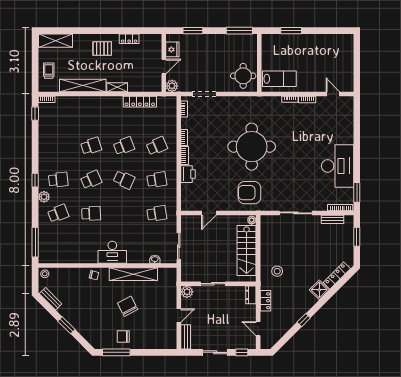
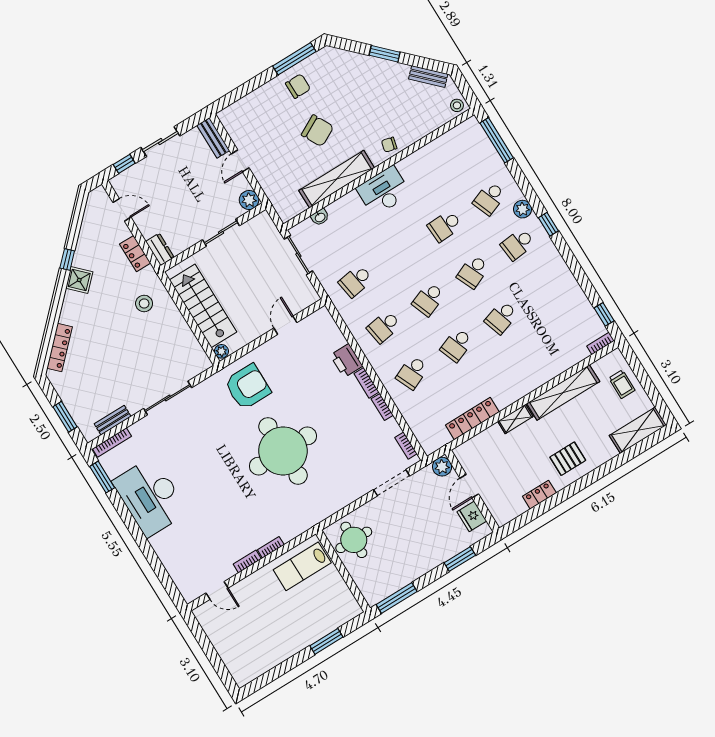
school desk: (124, 180) -> (428, 299), turned -45
shower: (319, 290) -> (79, 280), moved

